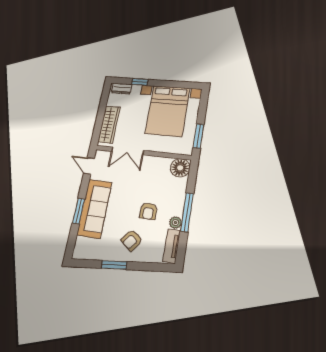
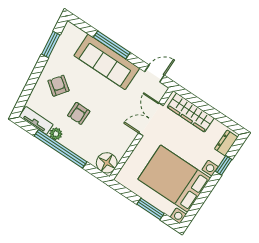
window: (198, 136) -> (151, 209), moved
window: (79, 211) -> (112, 45), width x1.44
armchair: (148, 211) -> (79, 113), turned -90
window: (187, 212) -> (60, 149), width x1.46
window: (114, 265) -> (51, 45), moved

